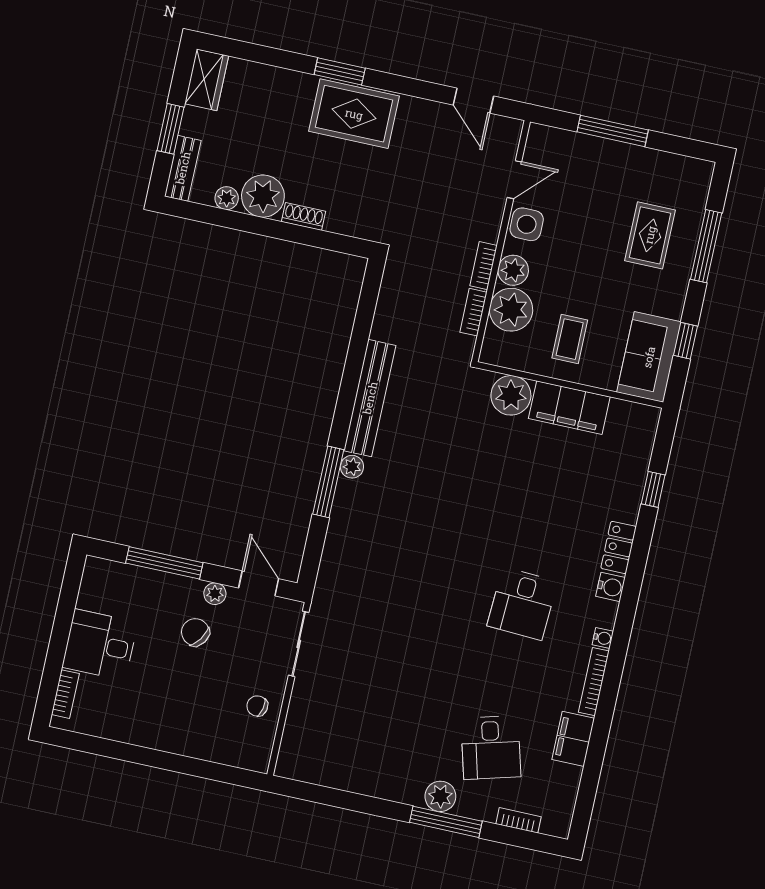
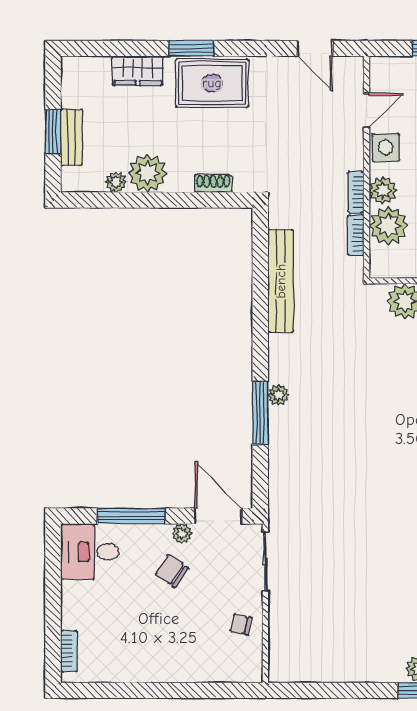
wardrobe: (207, 80) -> (138, 71), moved, turned 90
bench: (183, 168) -> (71, 137), moved
shoe rack: (303, 217) -> (213, 183), moved
bench: (370, 398) -> (281, 281), moved
door: (259, 583) -> (218, 516), width x1.38
desk: (100, 645) -> (90, 552), moved

